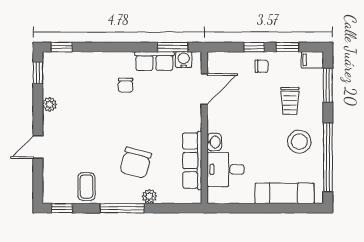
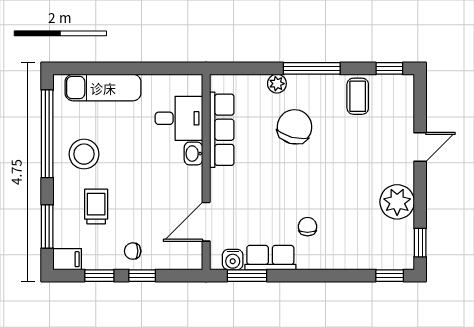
plant: (50, 104) -> (397, 202), width x1.88, depth x1.88

